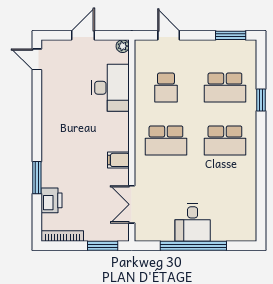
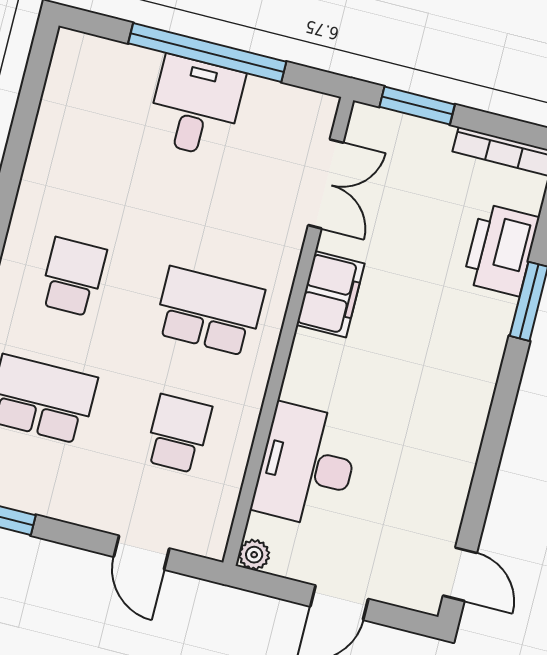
school desk: (225, 141) -> (73, 277), width x0.54
filing cabinet: (118, 160) -> (330, 294), width x2.00
printer: (52, 200) -> (501, 250), width x1.37, depth x1.19

